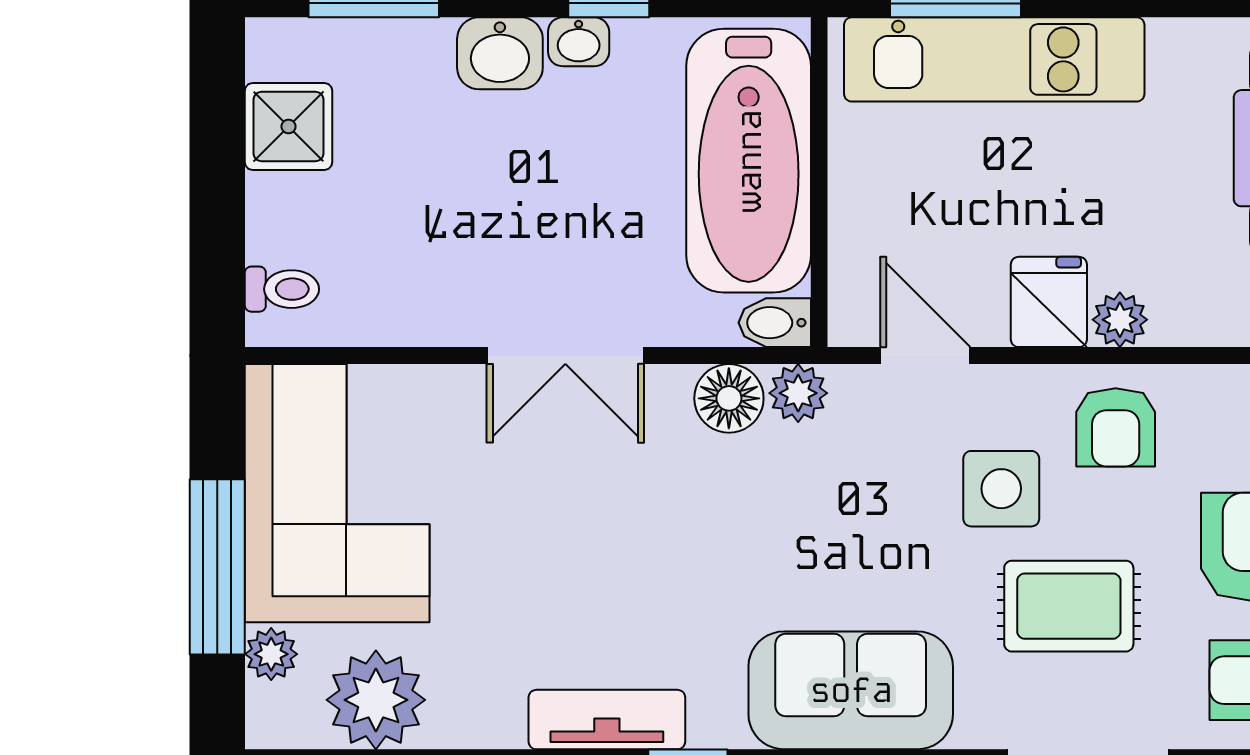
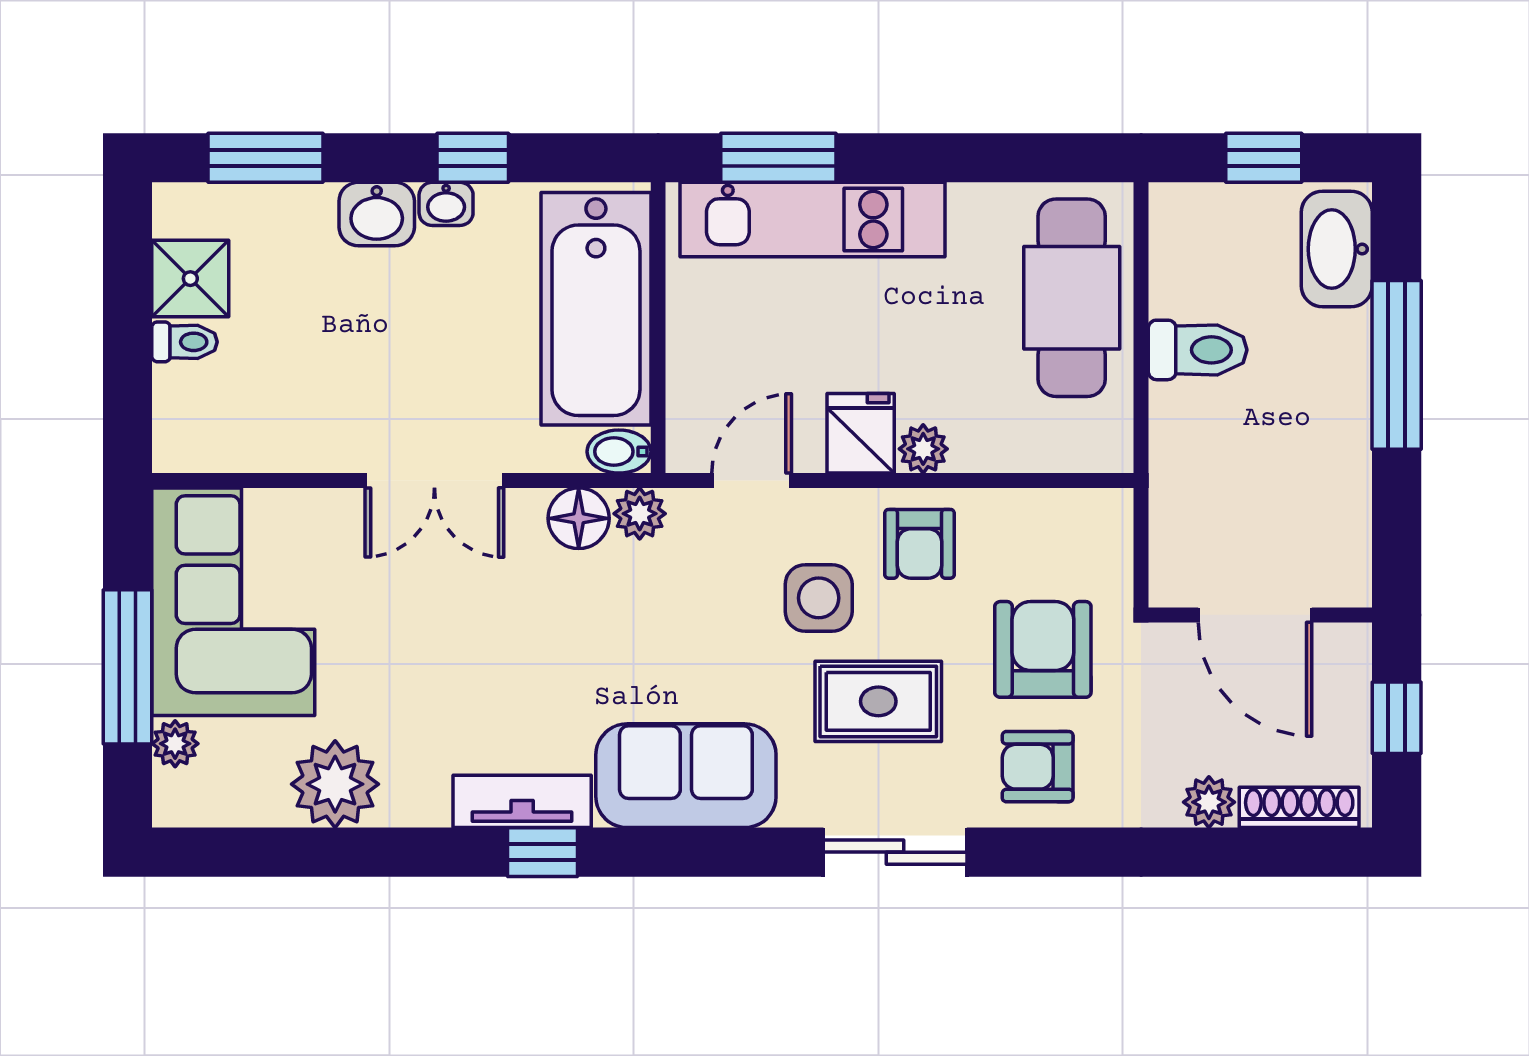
toilet: (282, 289) -> (185, 342), moved
door: (925, 356) -> (752, 481), hinge flipped
plant: (376, 700) -> (335, 784), moved
tv unit: (607, 720) -> (522, 801), moved

